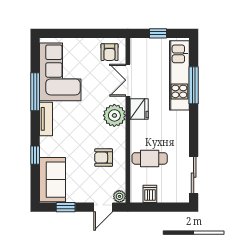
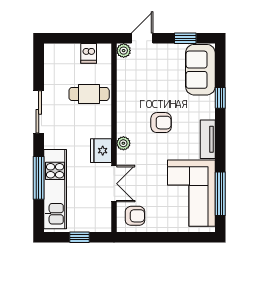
armchair: (109, 52) -> (135, 216), turned 90
window: (35, 92) -> (220, 194), moved
plant: (114, 115) -> (123, 143), width x0.53, depth x0.53
armchair: (104, 158) -> (161, 123), moved
sliding door: (194, 175) -> (39, 112), moved

